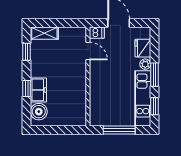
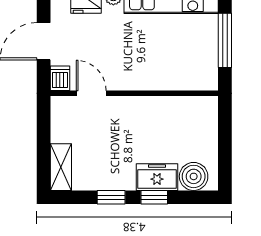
door: (88, 51) -> (91, 93), hinge flipped
window: (26, 52) -> (111, 197), moved

